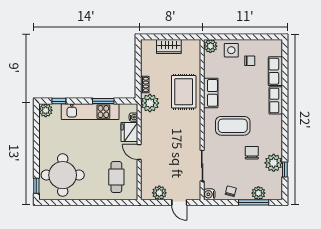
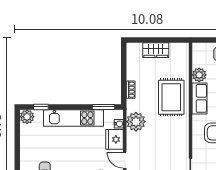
plant: (210, 46) -> (199, 75), moved
window: (103, 101) -> (104, 107), moved
plant: (150, 103) -> (136, 122), moved

